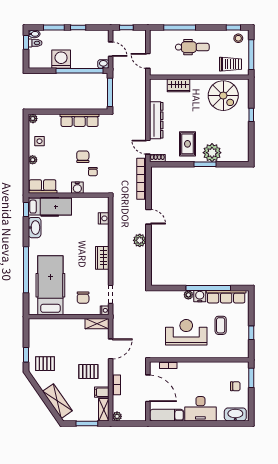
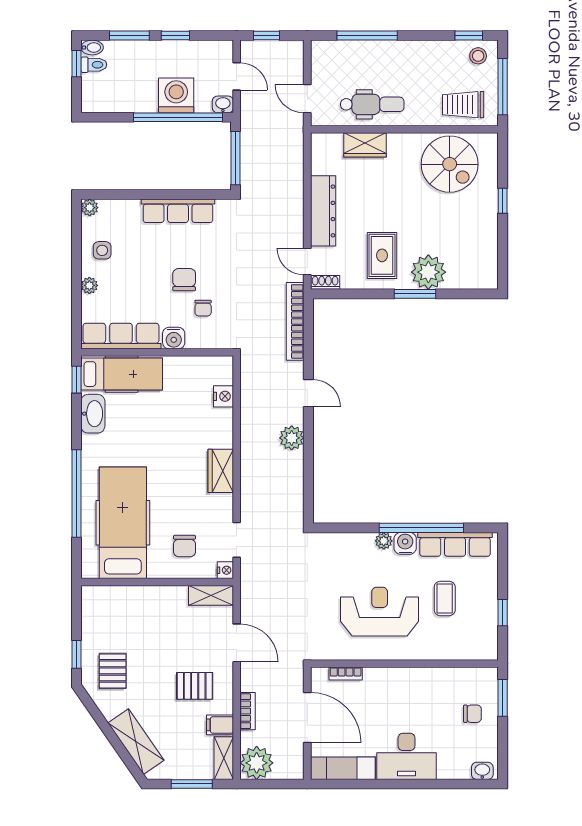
dental chair: (192, 47) -> (372, 104), moved
washing machine: (61, 59) -> (176, 95), moved
trolley: (230, 64) -> (463, 105), turned 180
row of seats: (43, 187) -> (121, 336), width x1.48
door: (111, 349) -> (237, 643), hinge flipped
pallet: (45, 364) -> (113, 671), turned 90
washbasin: (235, 414) -> (482, 771), width x0.52, depth x0.69
plant: (117, 416) -> (257, 763), width x1.88, depth x1.88

